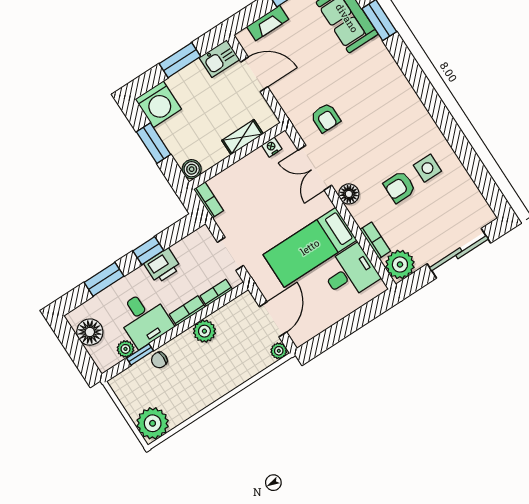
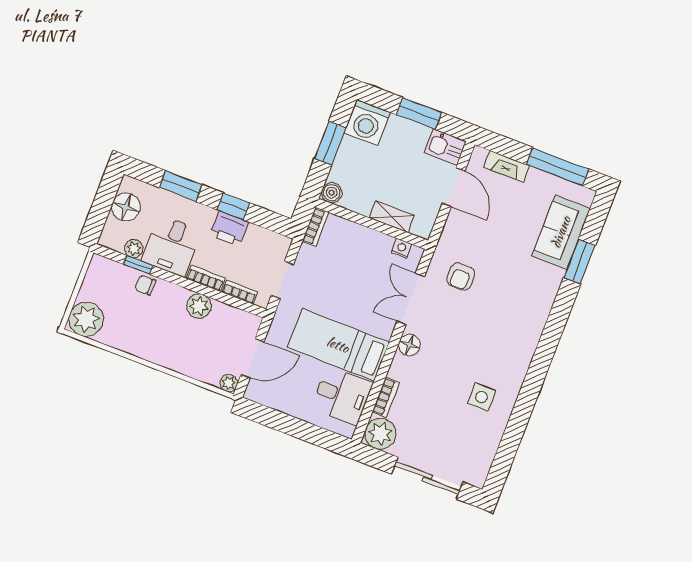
armchair: (399, 187) -> (447, 384), removed

